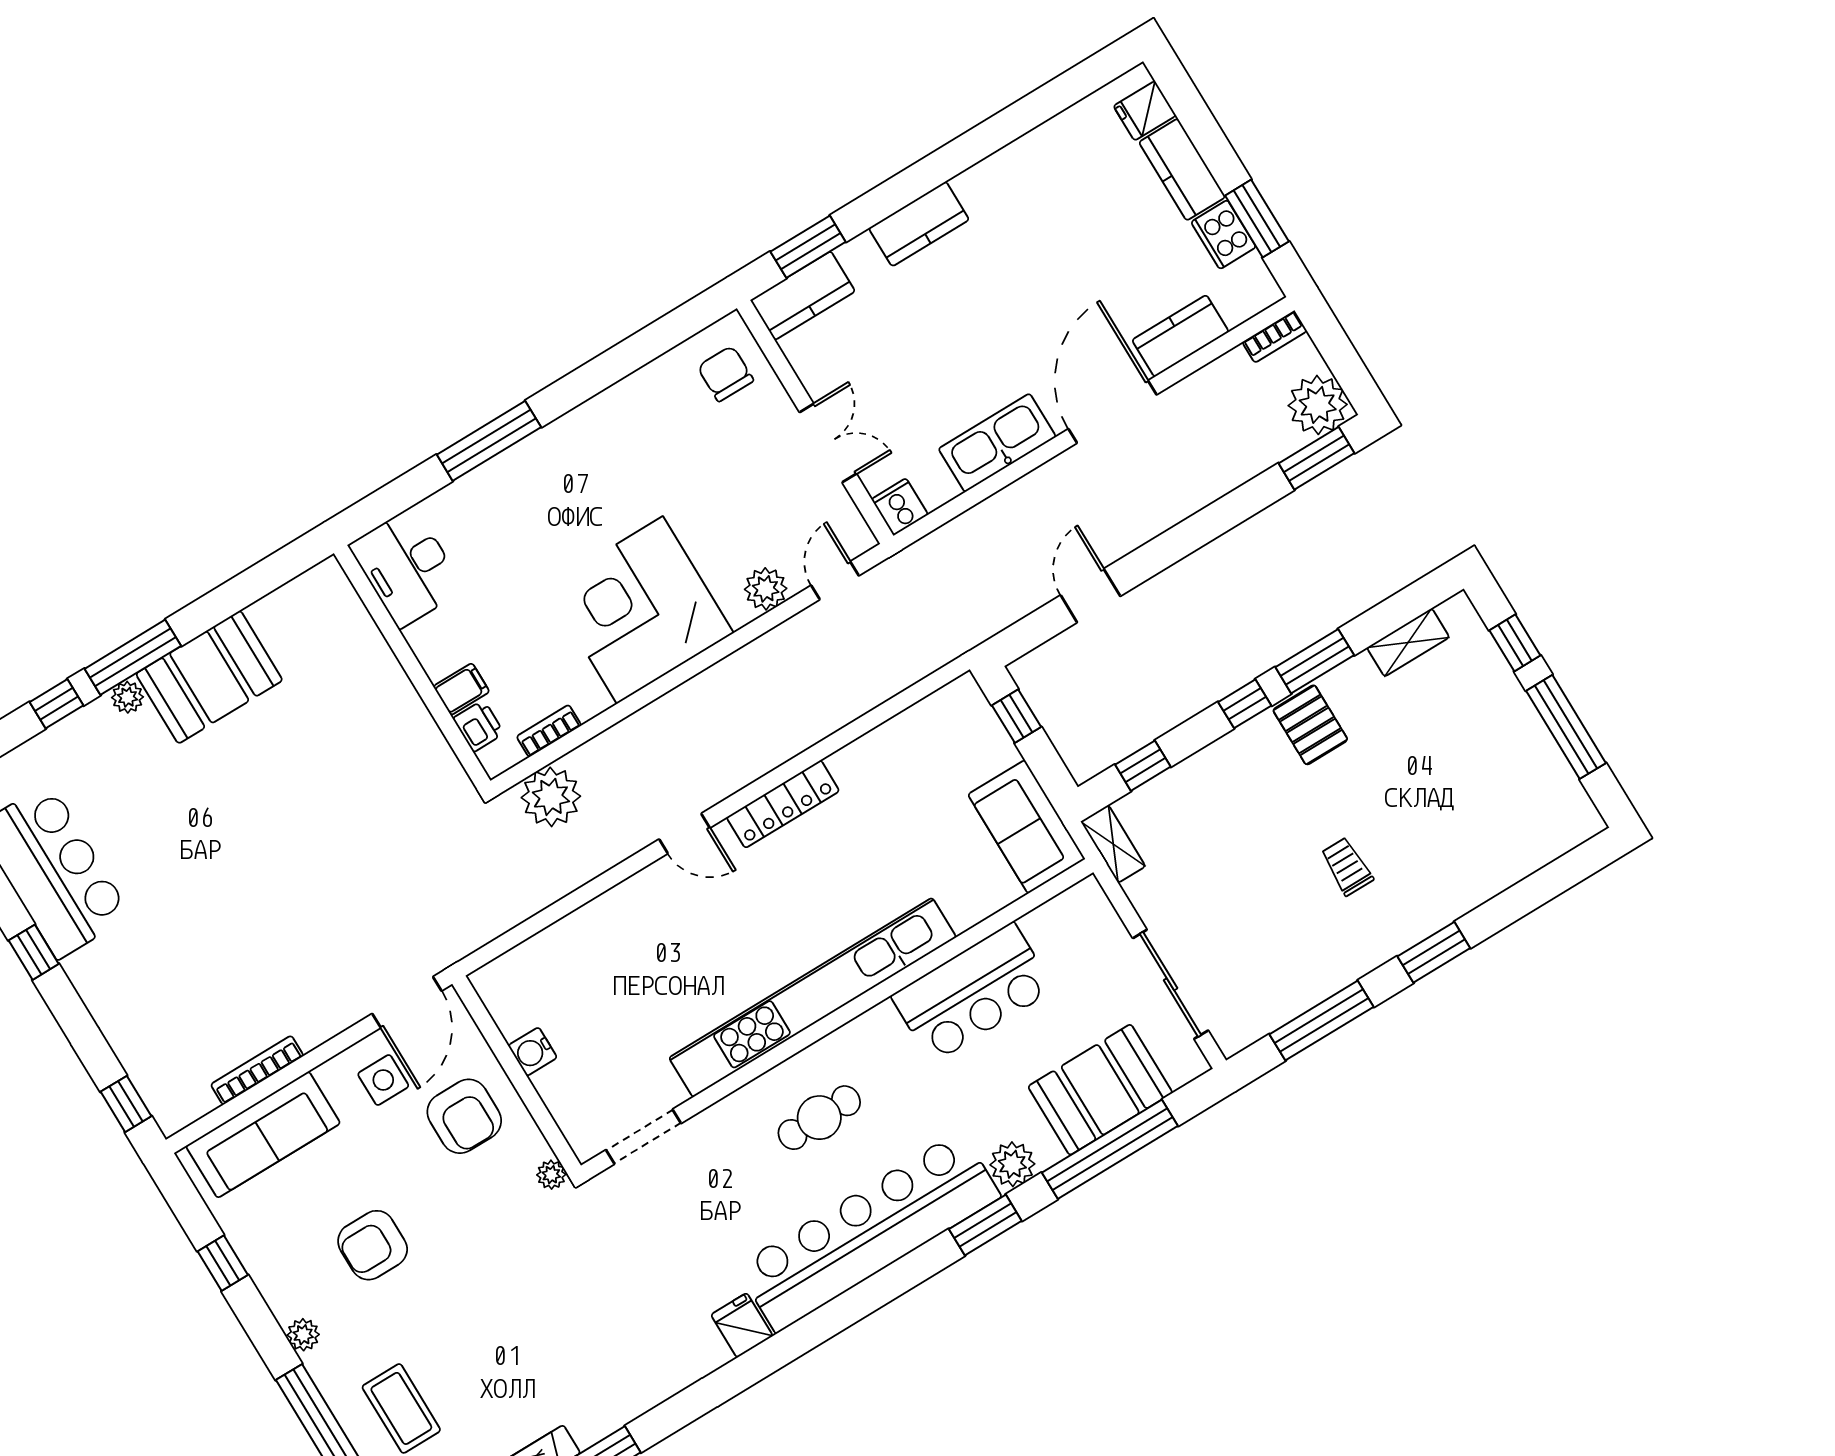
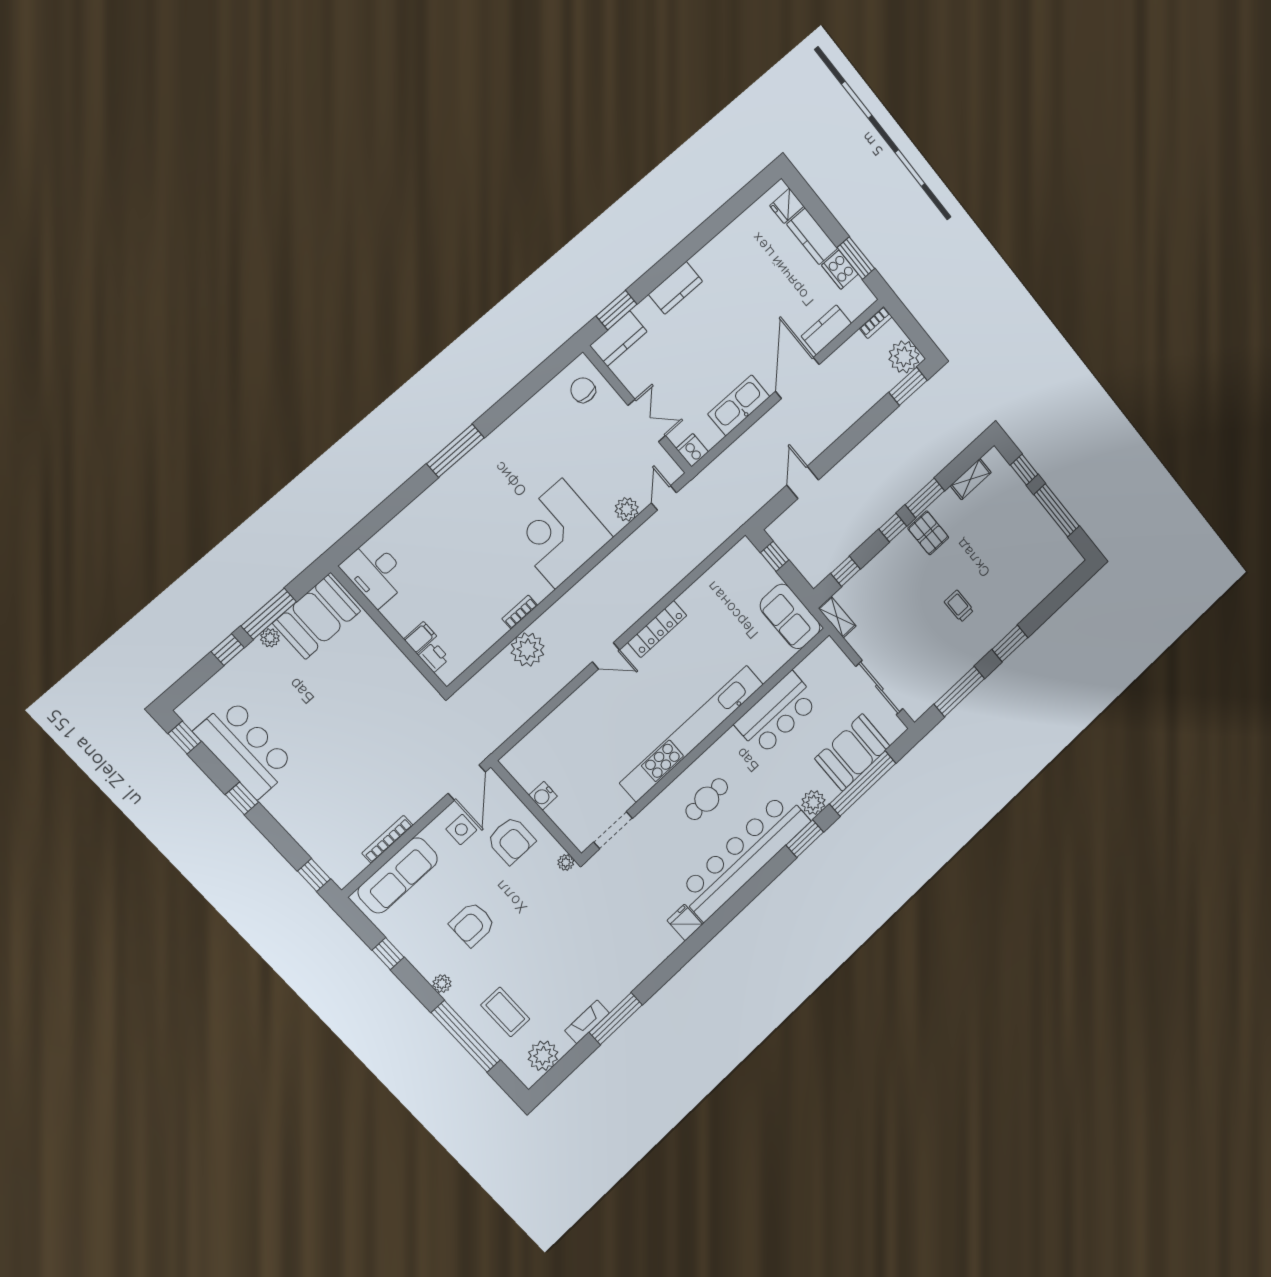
desk: (407, 567) -> (375, 573), moved
wall: (412, 667) -> (389, 630), moved
filing cabinet: (461, 689) -> (420, 638), moved
printer: (478, 726) -> (434, 657), moved

